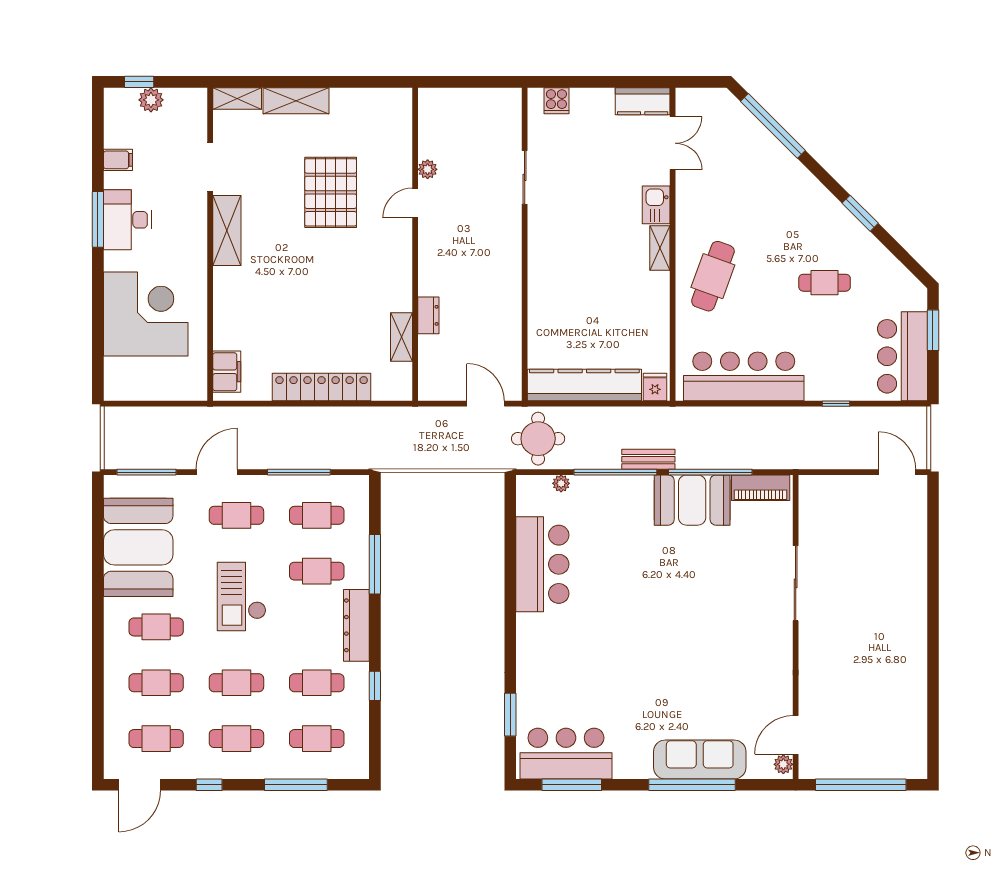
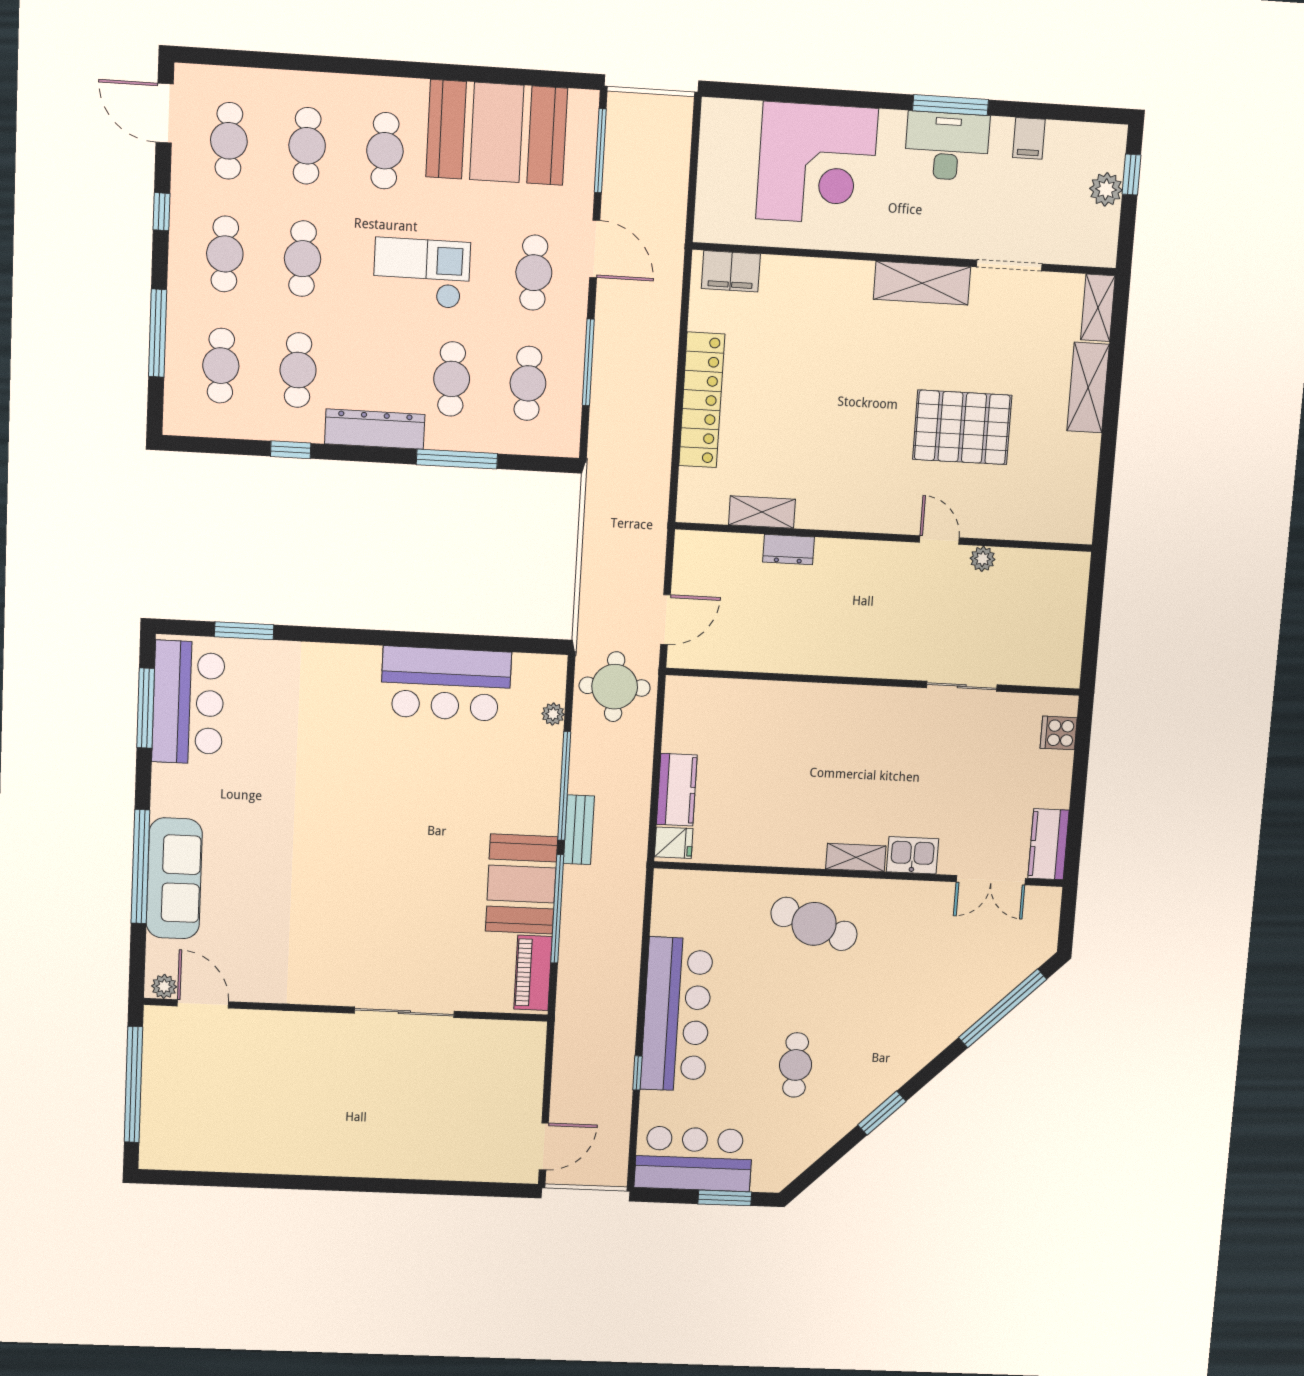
bar counter: (744, 376) -> (677, 1014), moved
kitchen counter: (584, 385) -> (677, 790), width x0.48, depth x0.86

